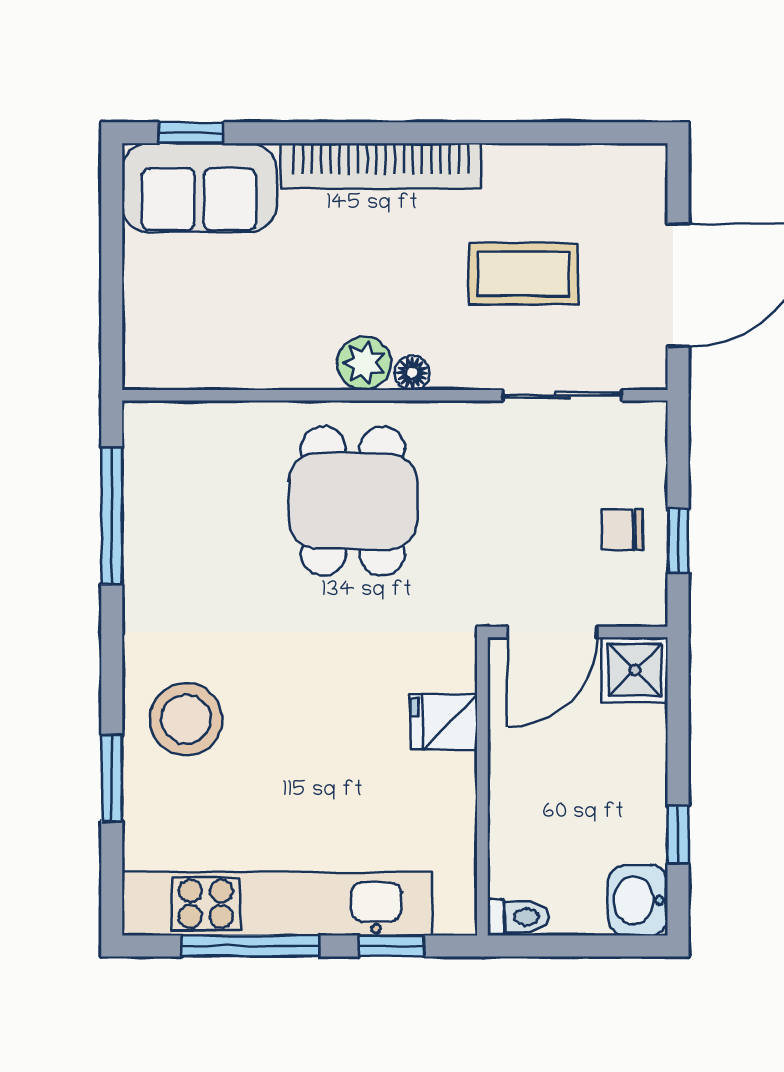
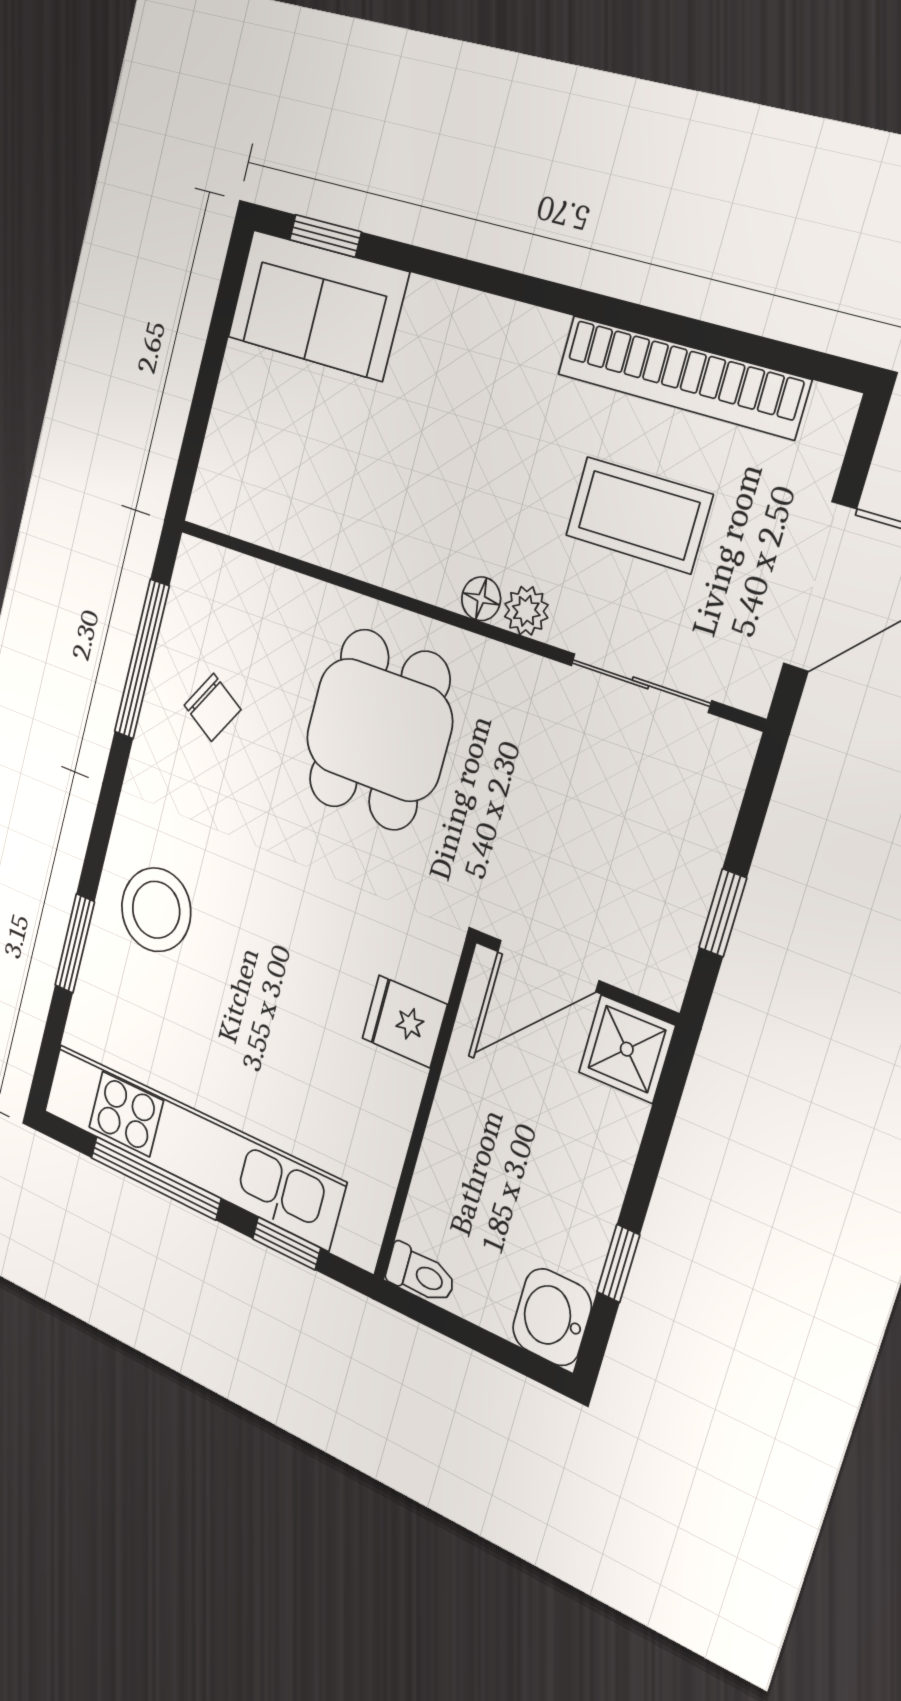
bookcase: (381, 166) -> (682, 377), moved
plant: (364, 363) -> (526, 611), moved, width x0.73, depth x0.73
chair: (622, 530) -> (212, 707), moved, turned -149

